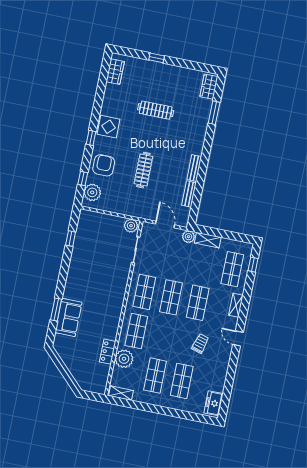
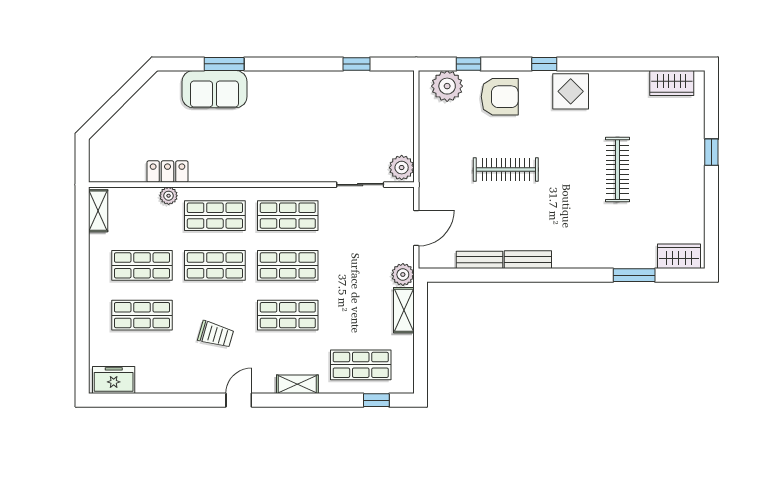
shop shelf: (163, 336) -> (215, 265), added
plant: (124, 359) -> (169, 196), width x0.53, depth x0.53

